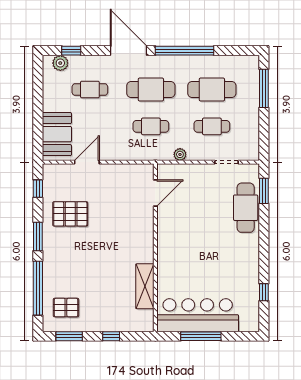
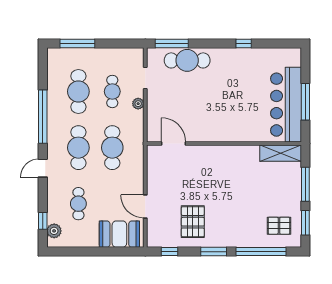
door: (129, 51) -> (43, 168), width x0.53
cafe table: (151, 126) -> (112, 148), width x1.37, depth x1.35
plant: (180, 154) -> (138, 104), moved
window: (264, 191) -> (172, 44), width x1.44
shelving: (145, 286) -> (281, 153), moved
window: (264, 292) -> (244, 44), moved
pallet: (66, 308) -> (279, 226), turned 90
window: (111, 336) -> (305, 184), width x2.17

